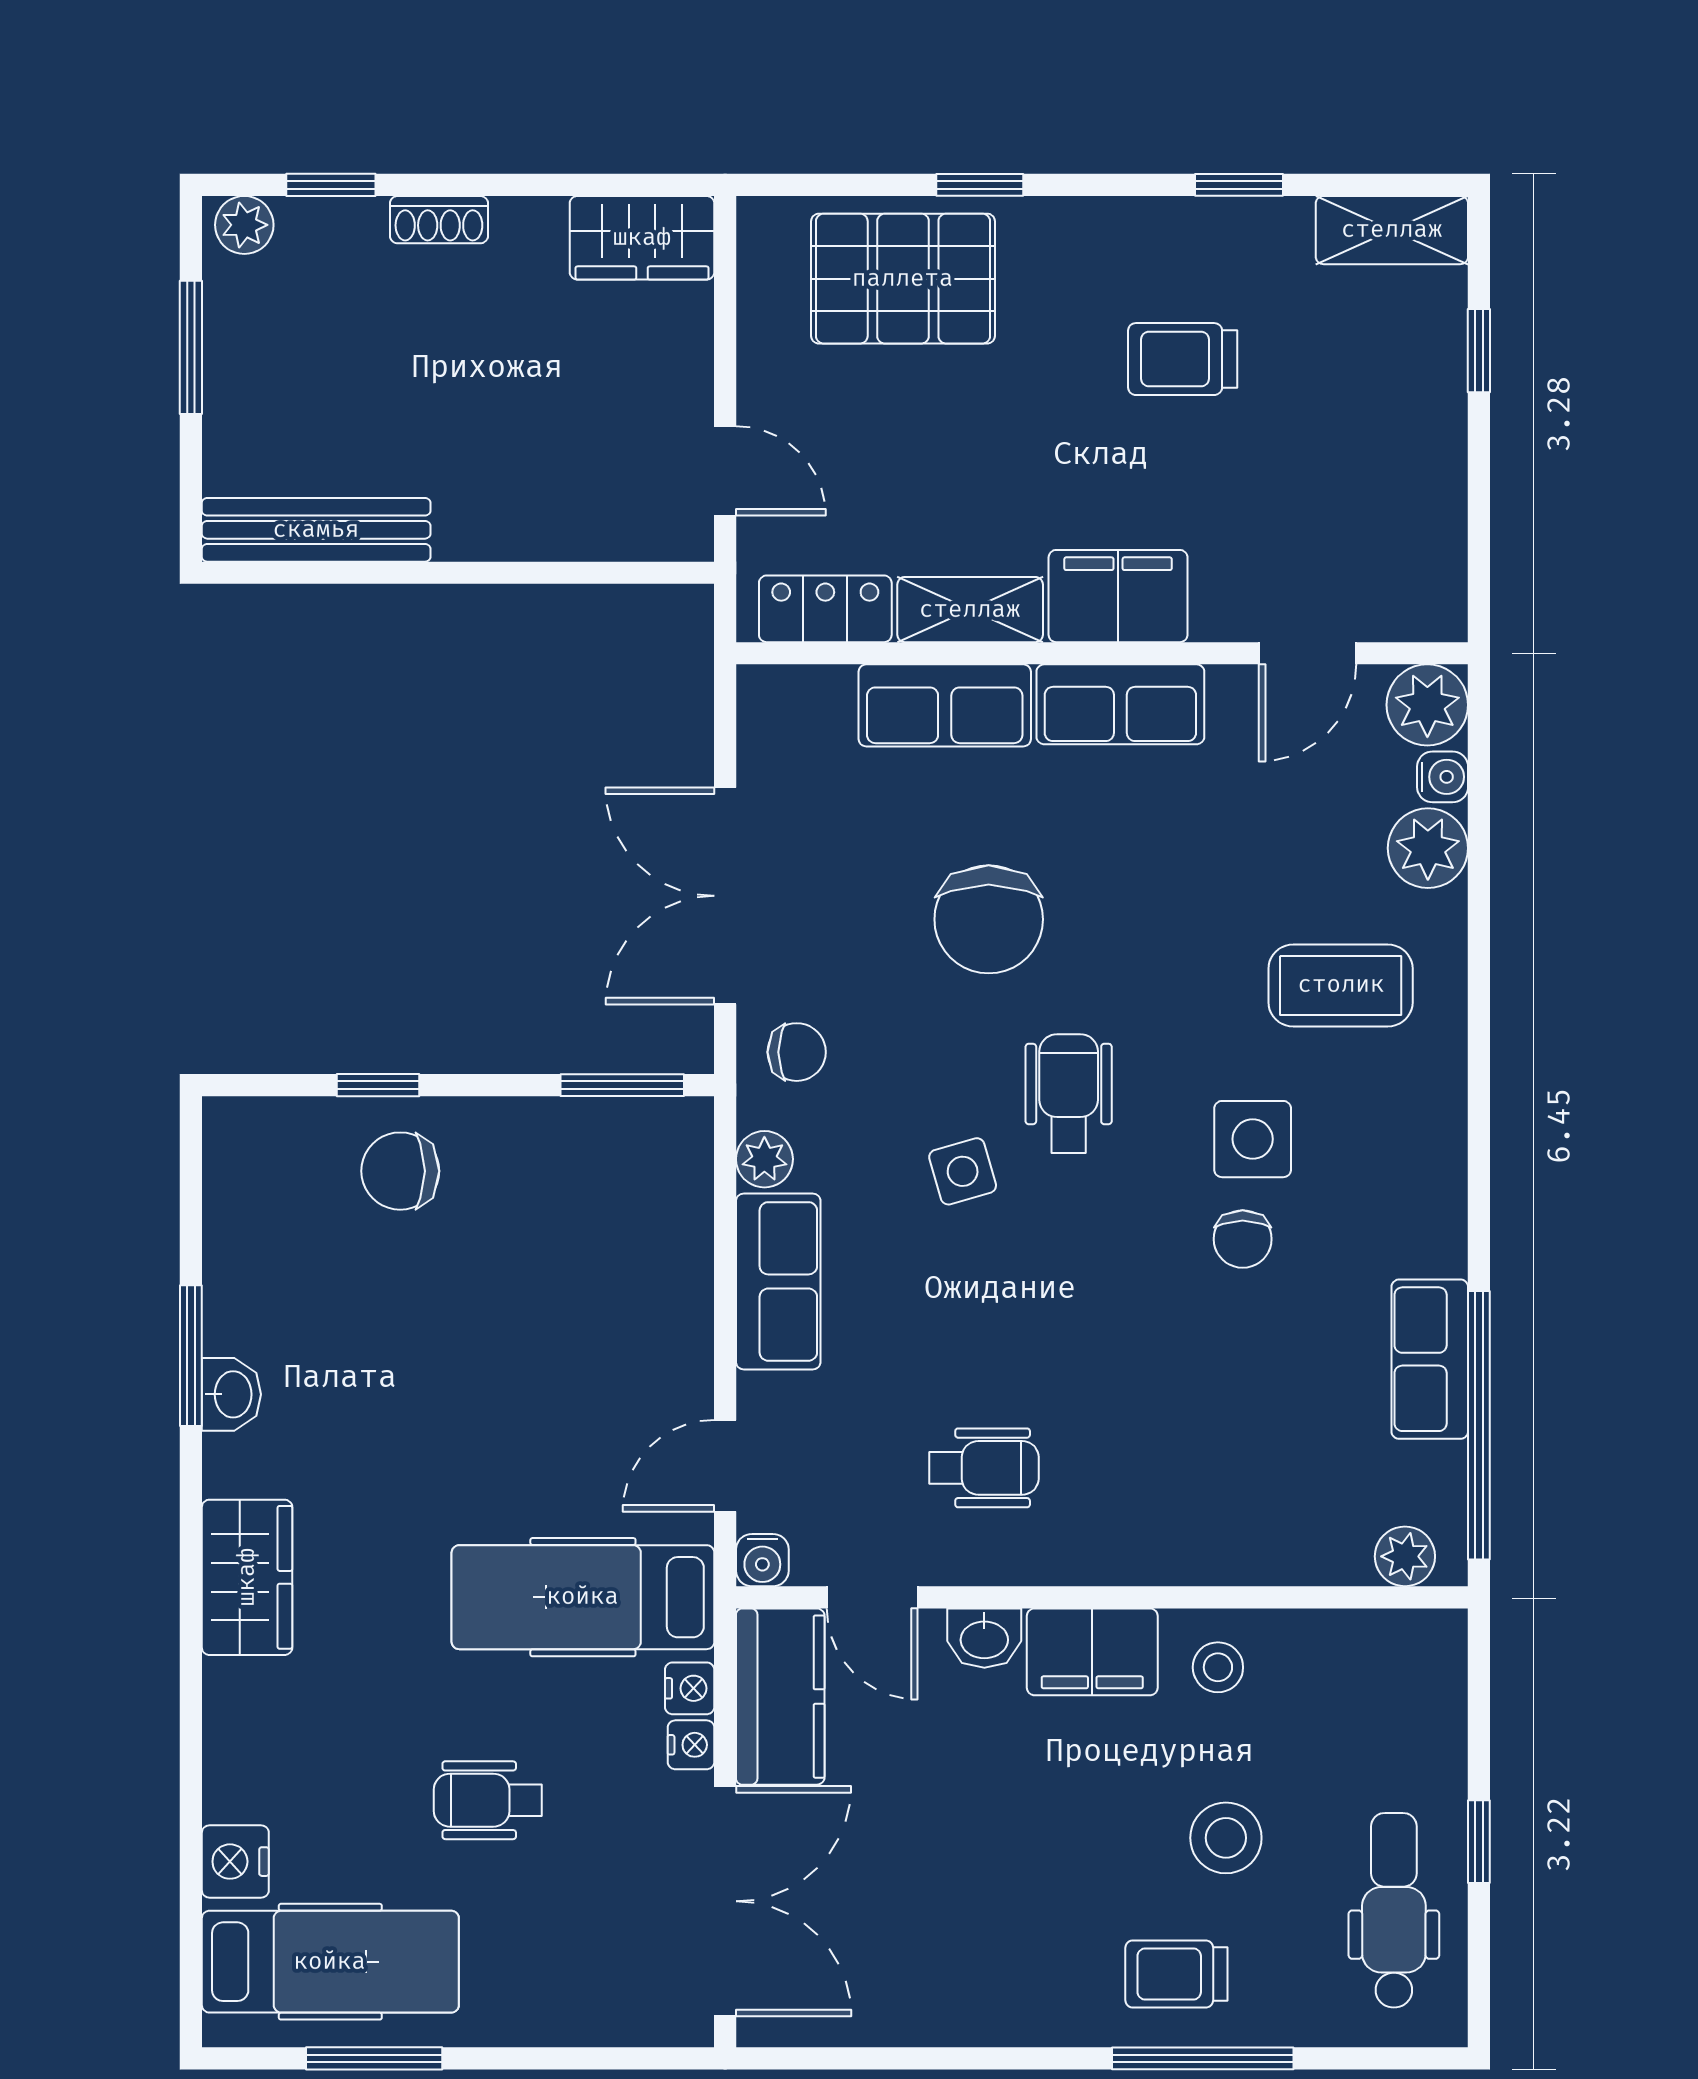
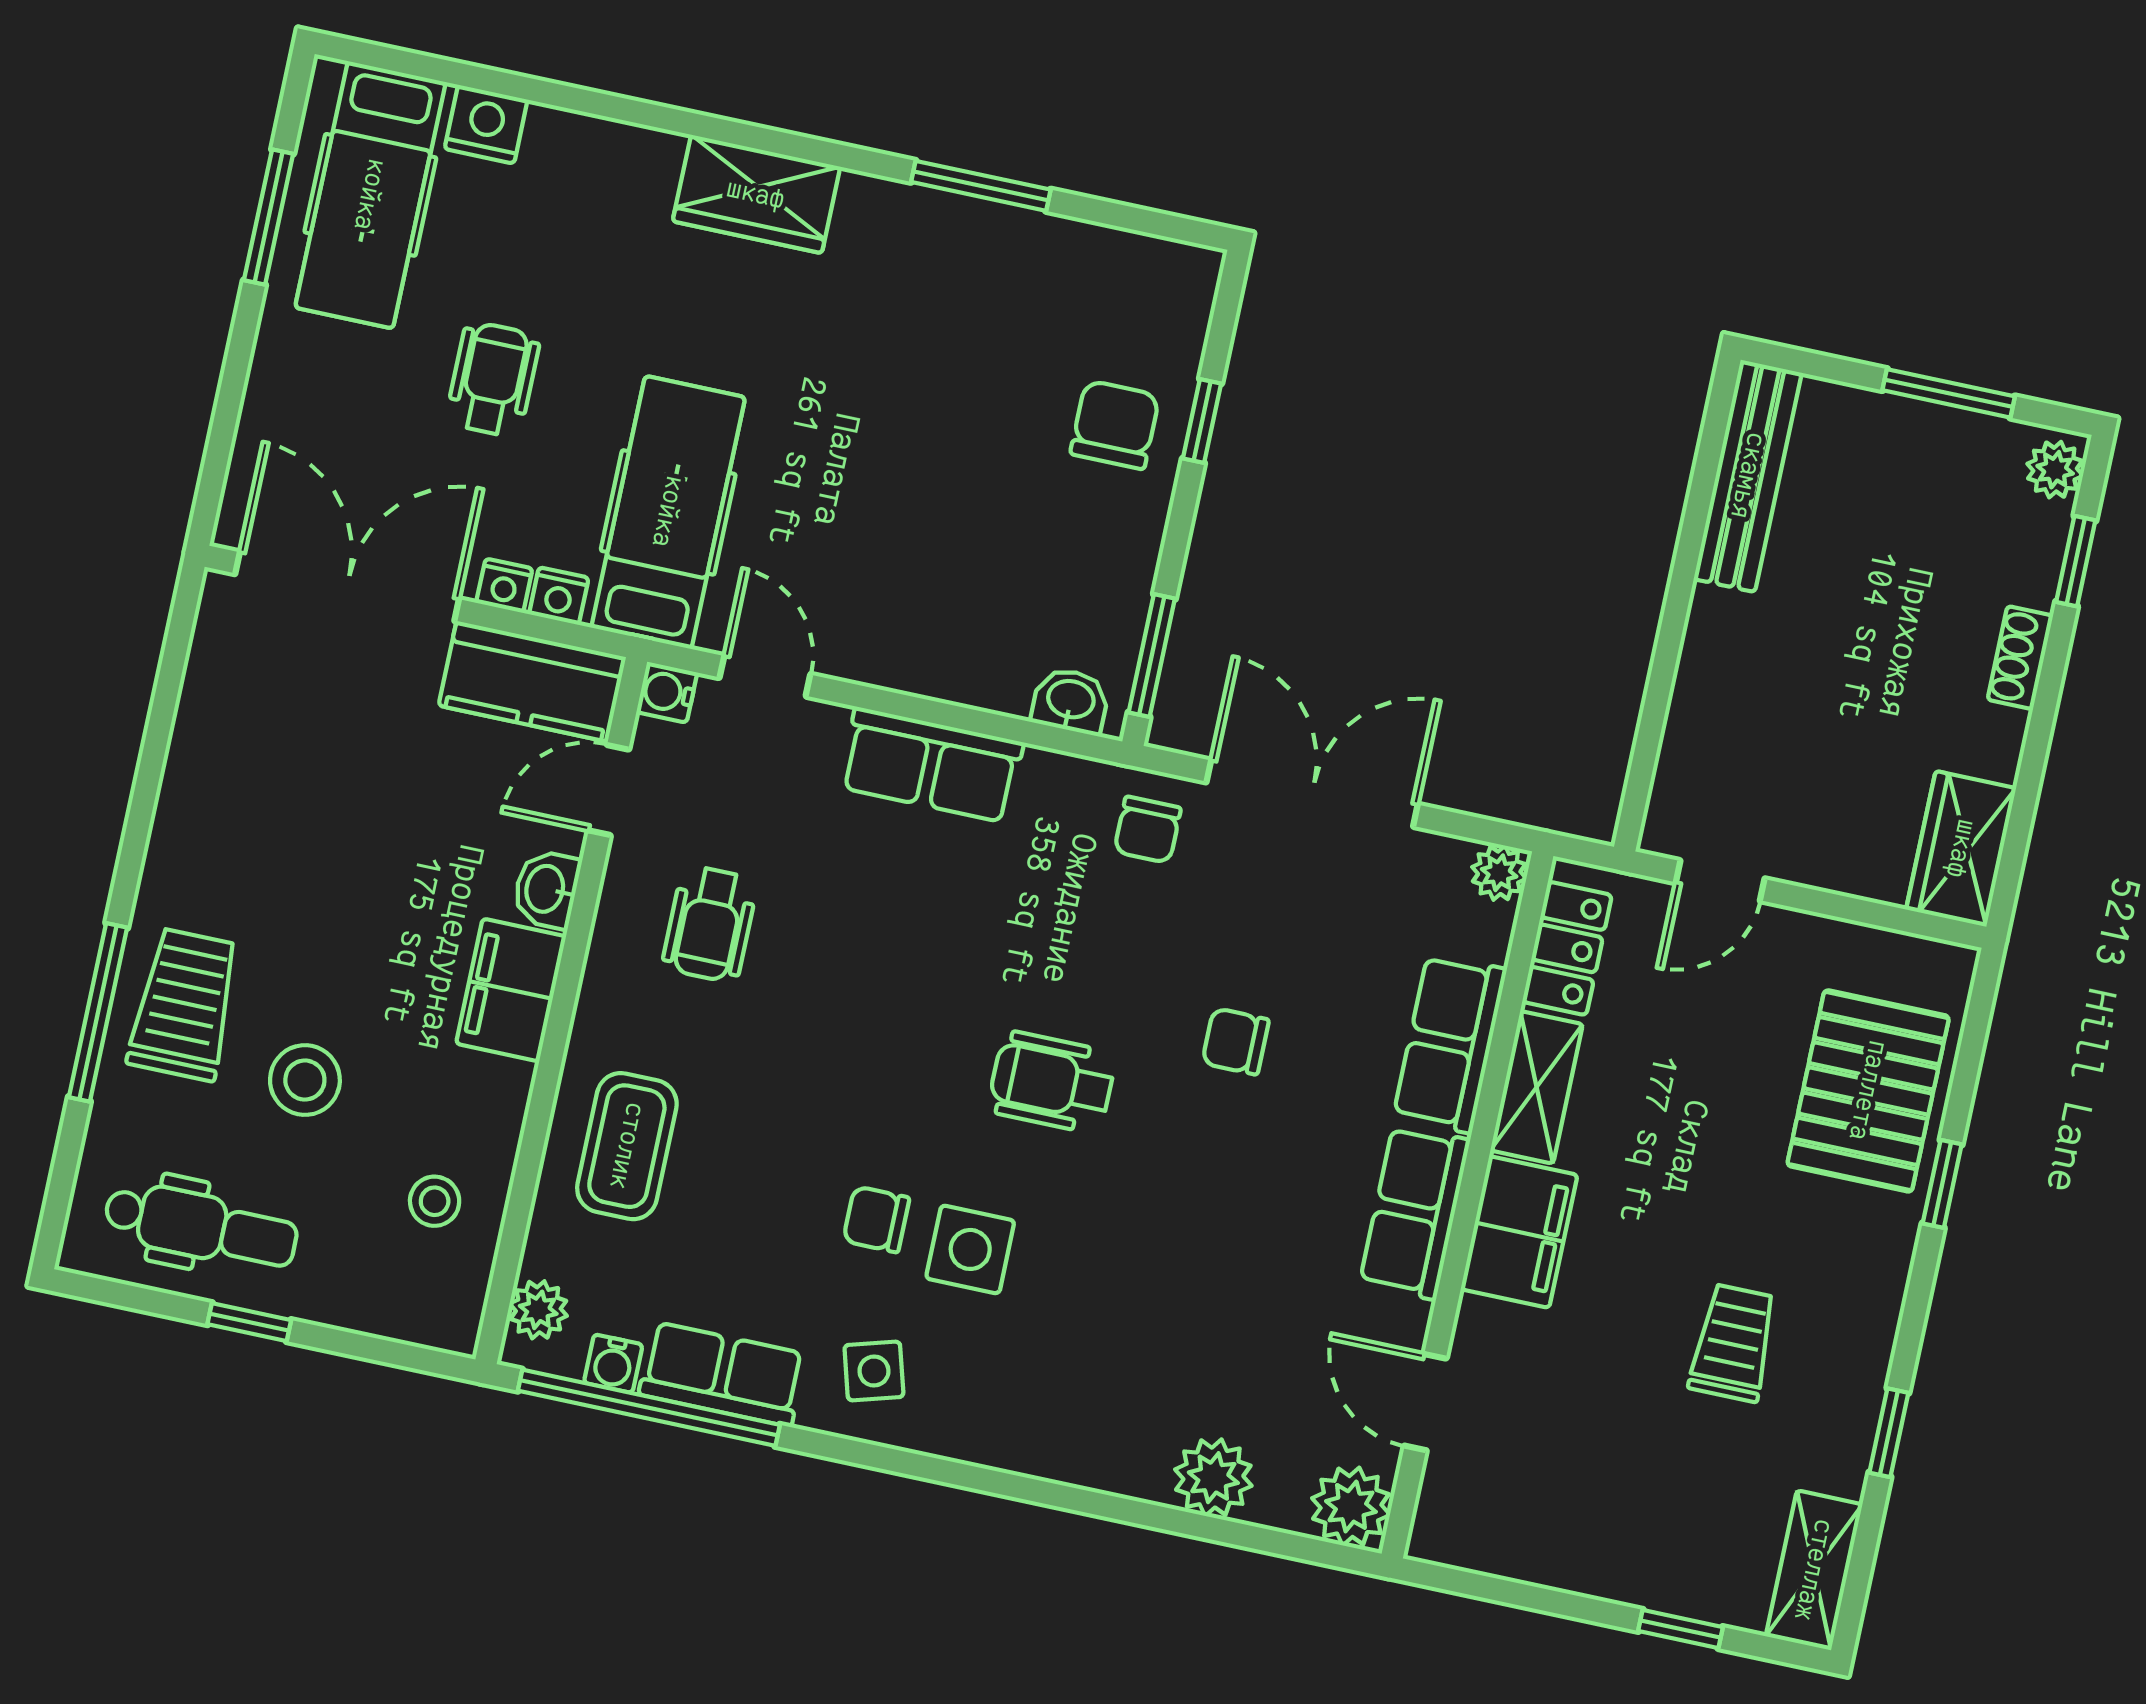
water cooler: (1443, 777) -> (613, 1364), moved
chair: (989, 919) -> (1235, 1041), width x0.54, depth x0.54
coffee table: (1341, 985) -> (627, 1146), moved
wheelchair: (1069, 1093) -> (1052, 1082), turned 180
plant: (764, 1159) -> (1499, 873), moved
side table: (963, 1171) -> (874, 1371), moved
washbasin: (231, 1394) -> (1071, 701), moved, turned 180
stool: (1218, 1667) -> (435, 1201), moved
double door: (725, 1901) -> (347, 586), swing flipped
trolley: (1176, 1974) -> (184, 1004), width x1.36, depth x1.39

